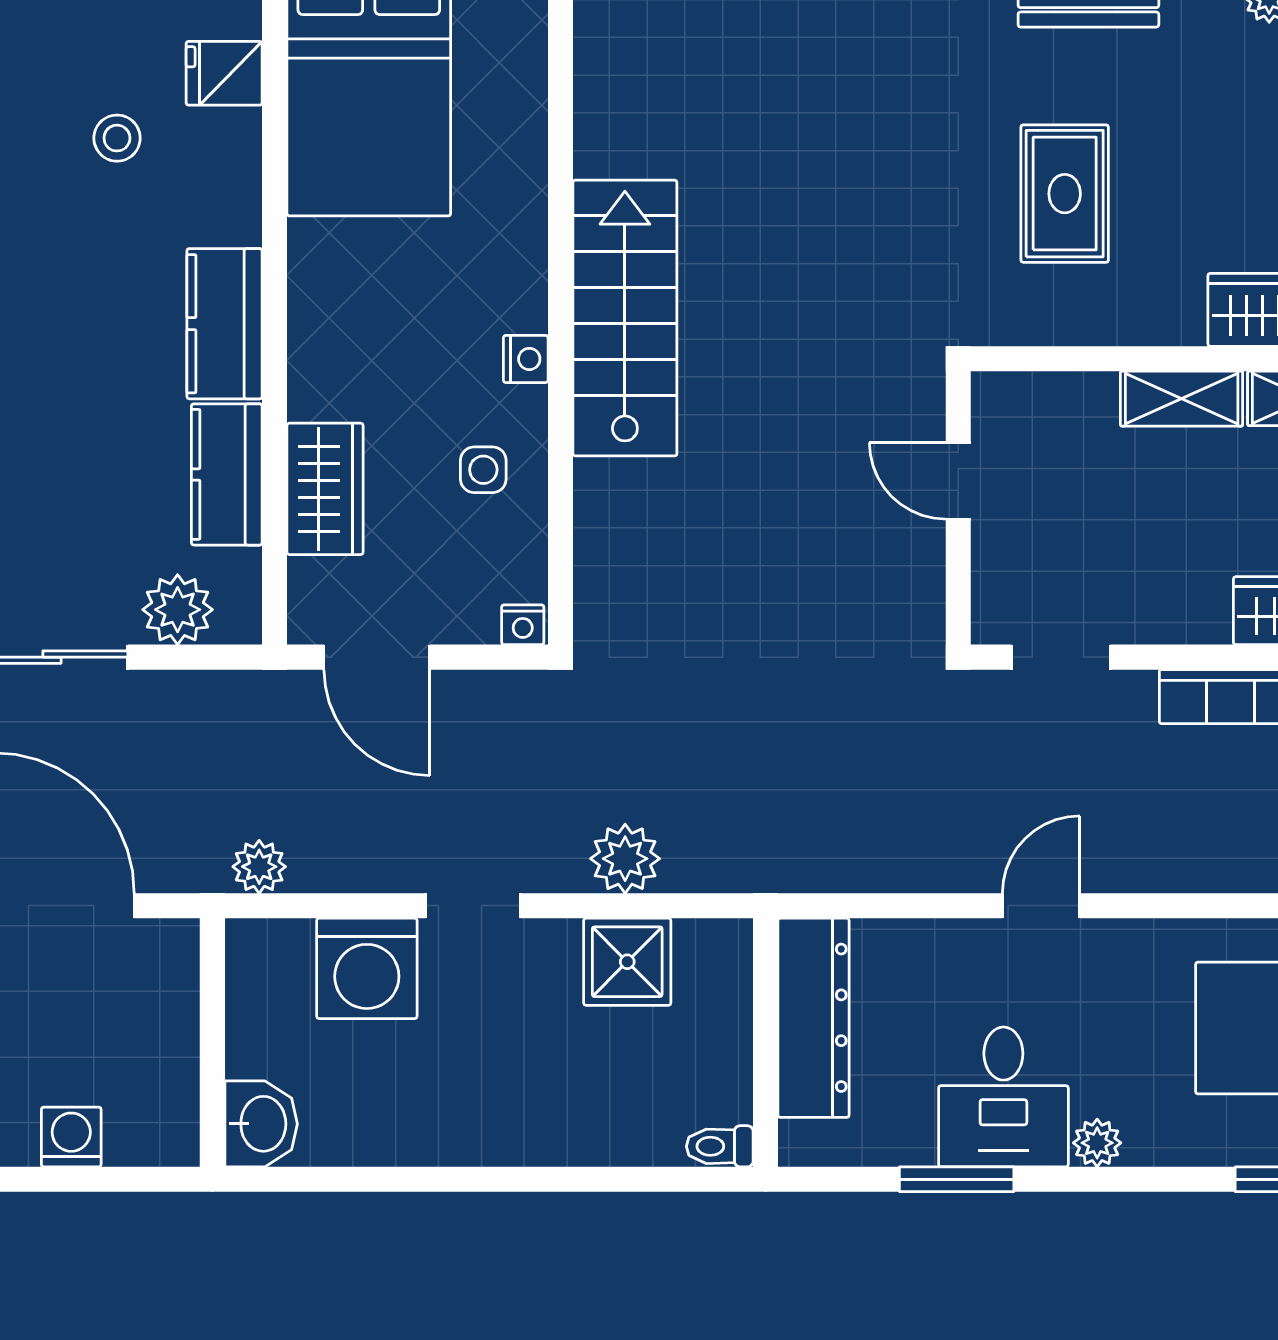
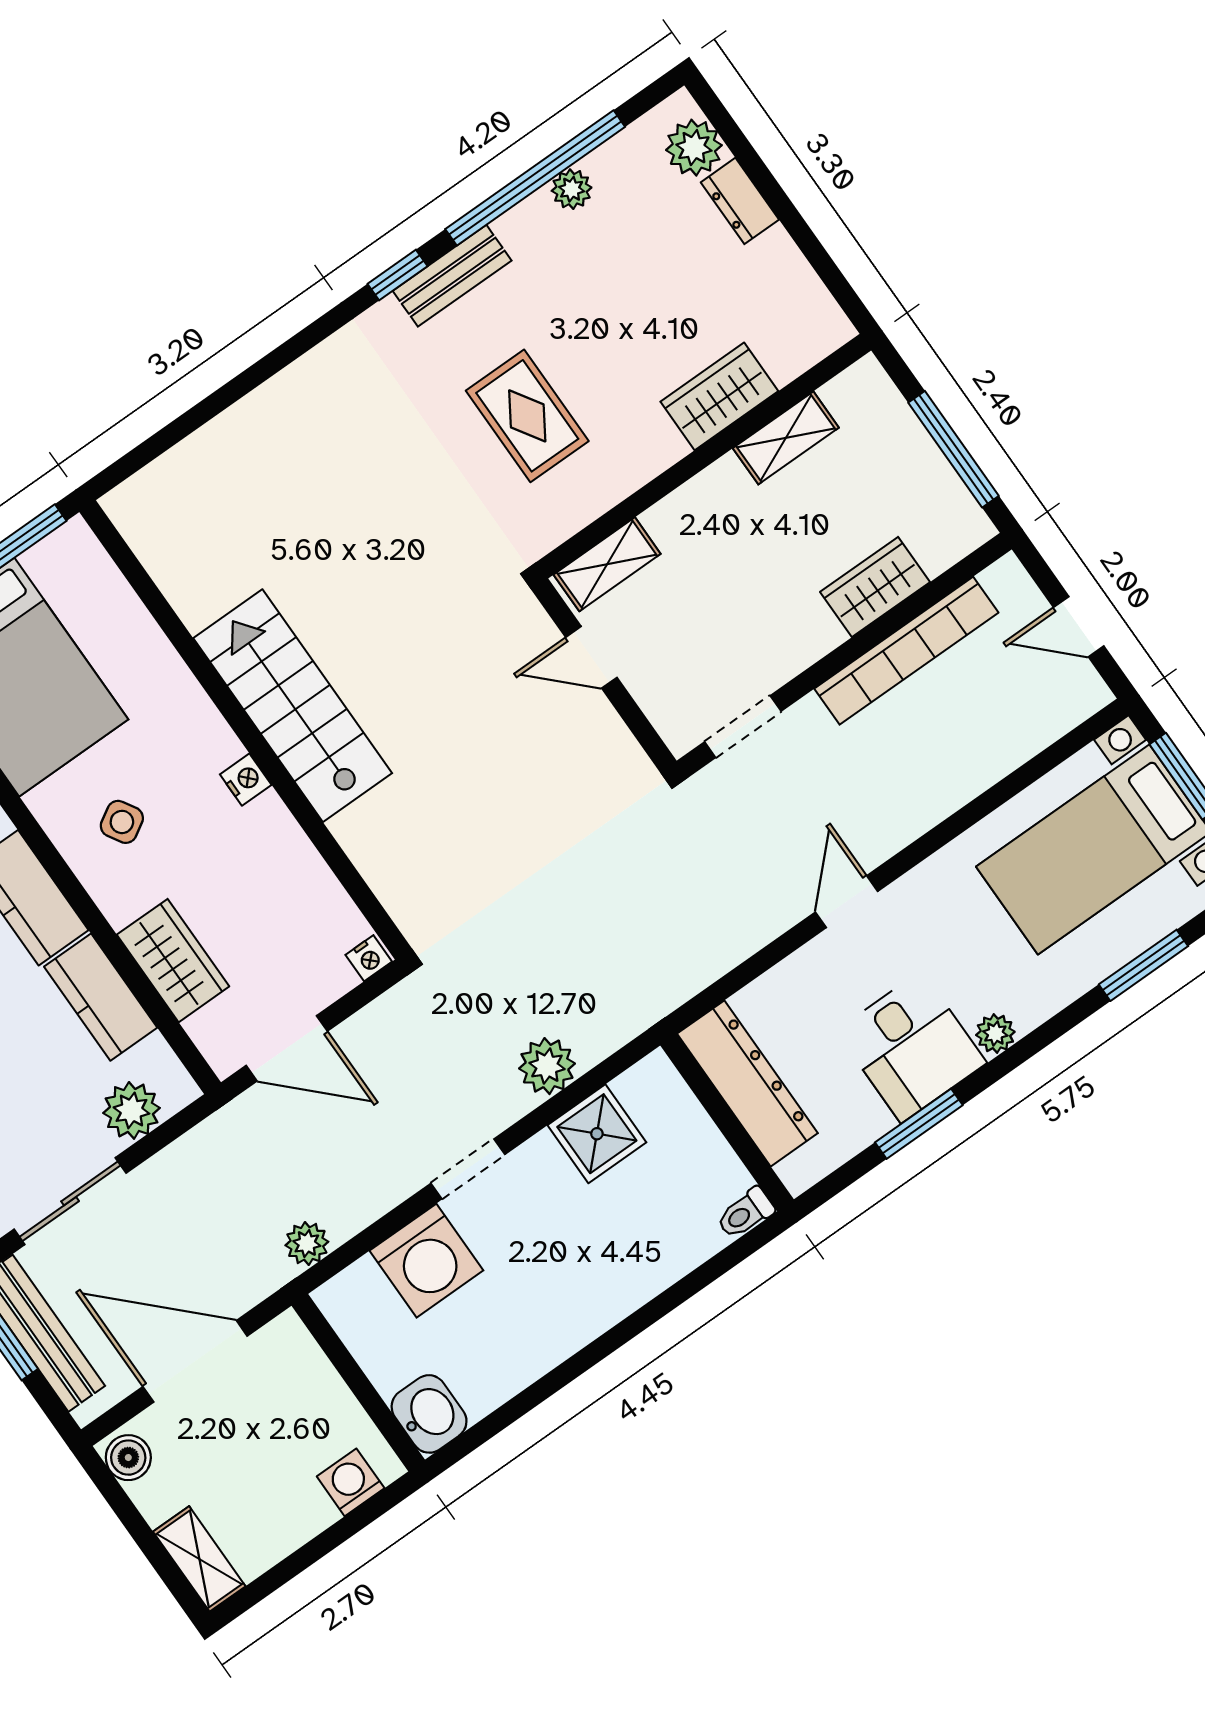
shelving: (1182, 399) -> (607, 564), moved
side table: (483, 470) -> (122, 822), moved, turned -31
washing machine: (71, 1137) -> (351, 1482), moved

